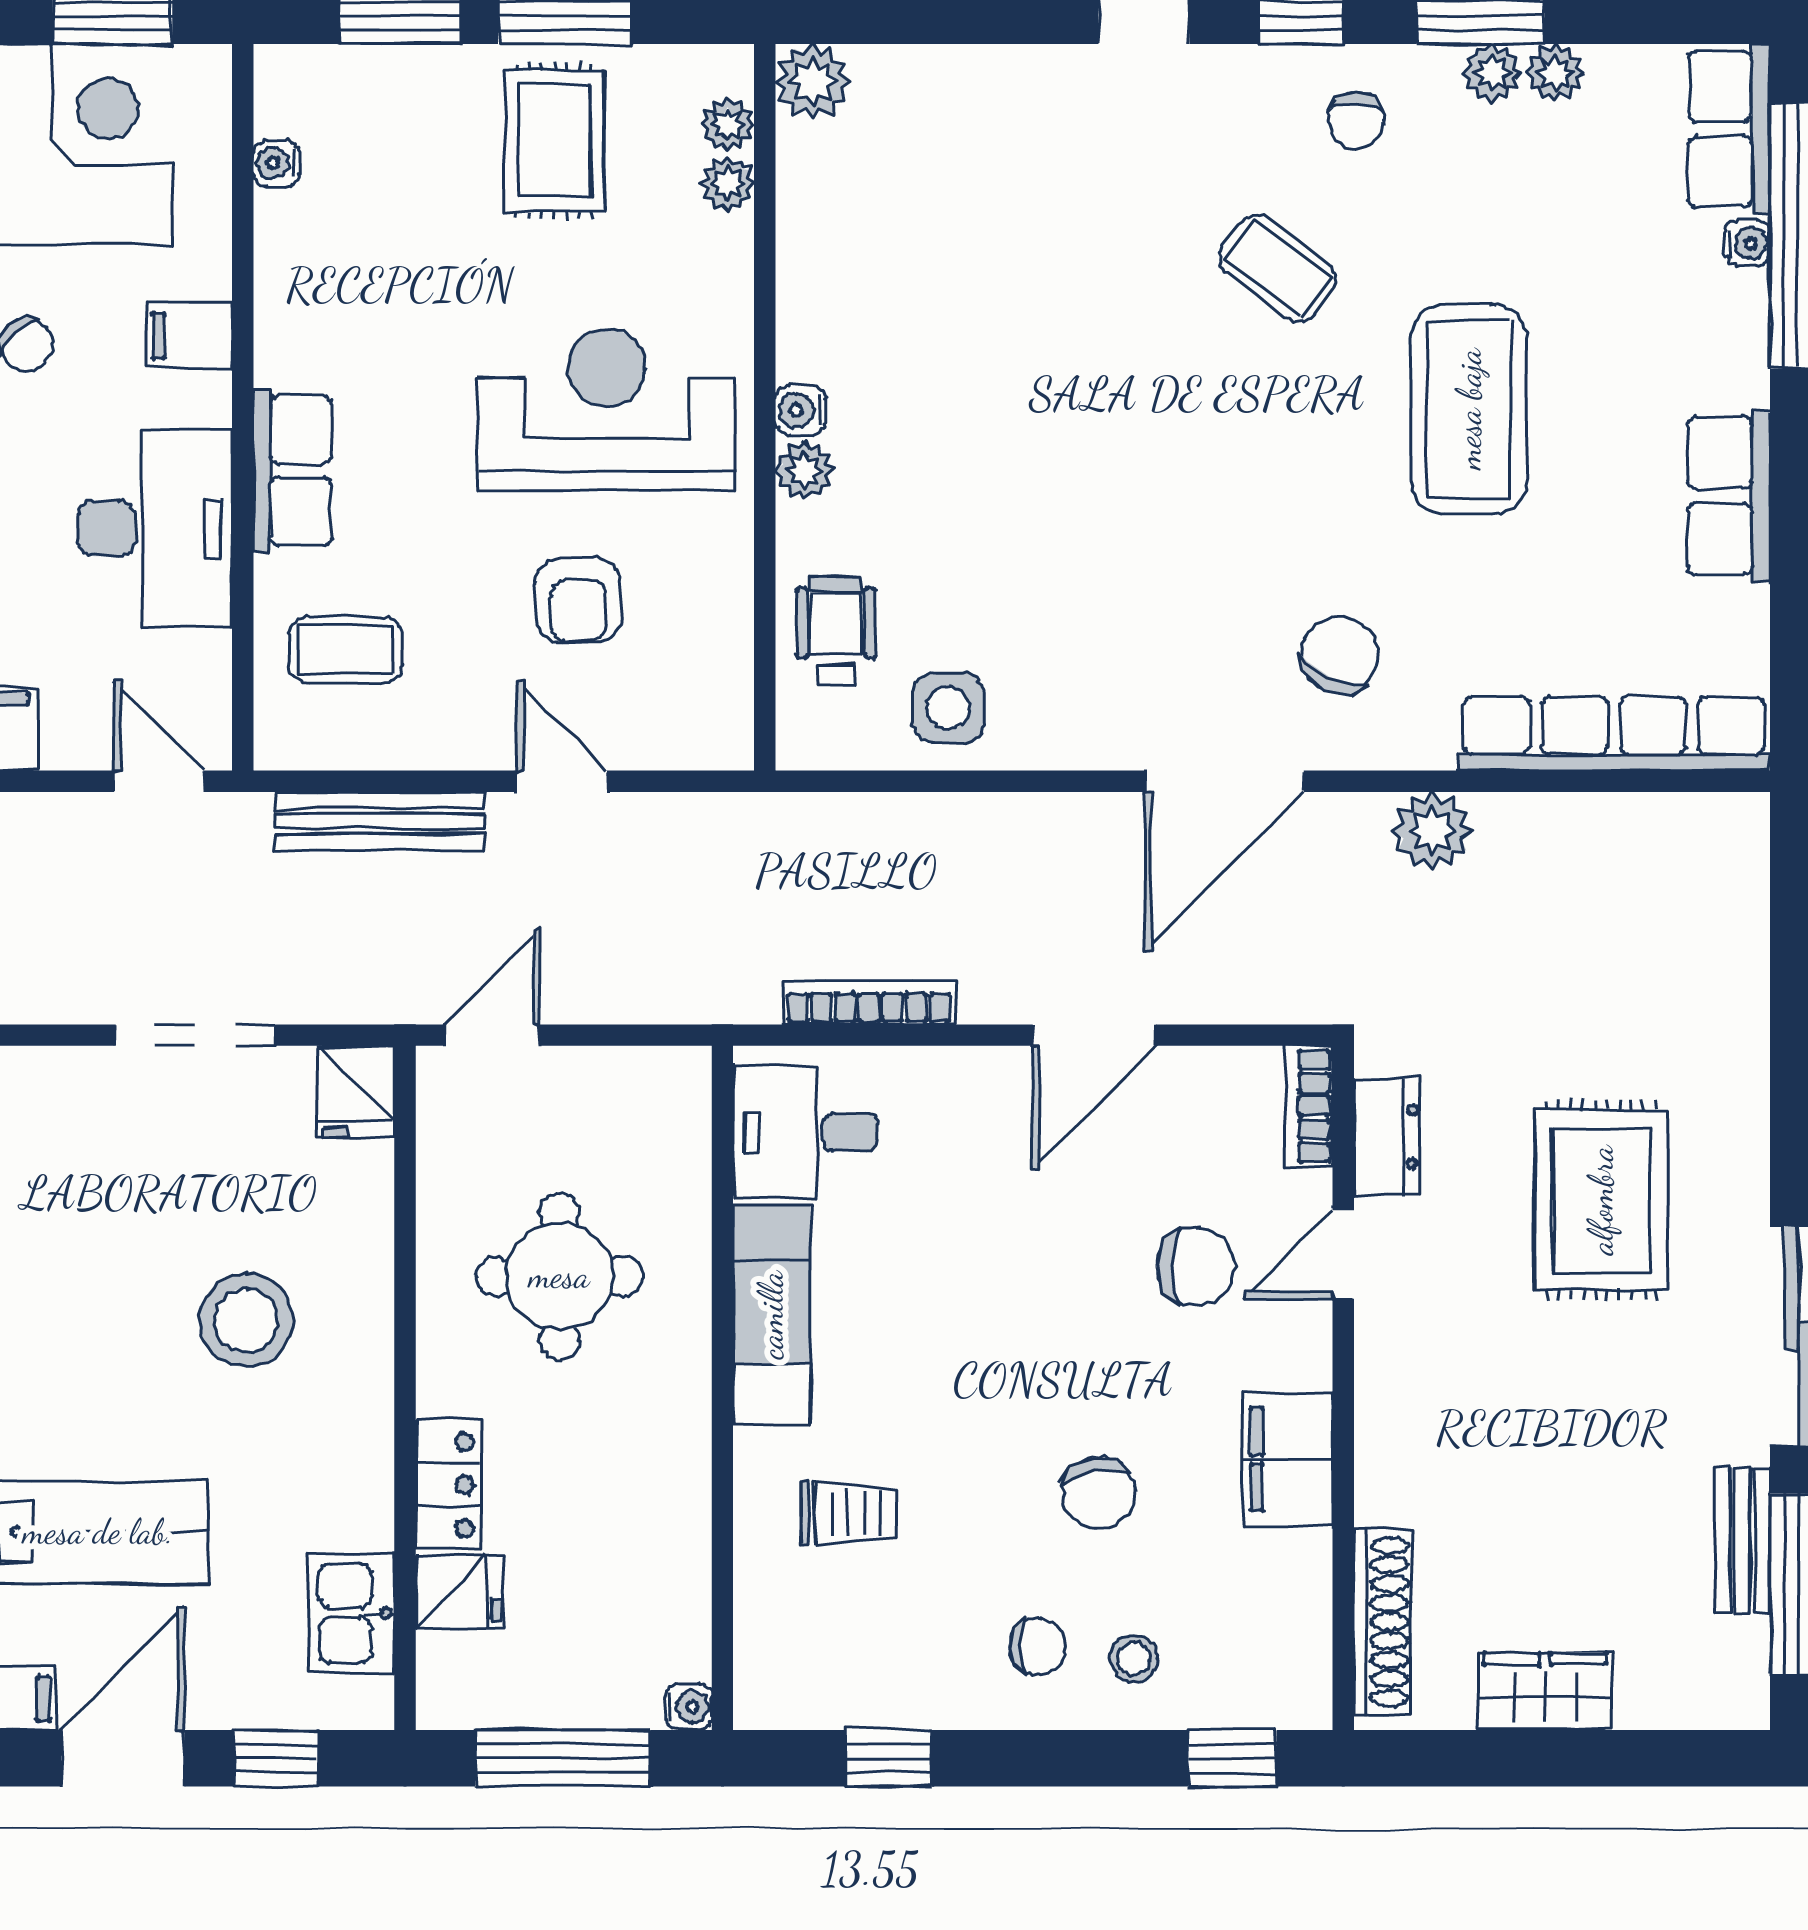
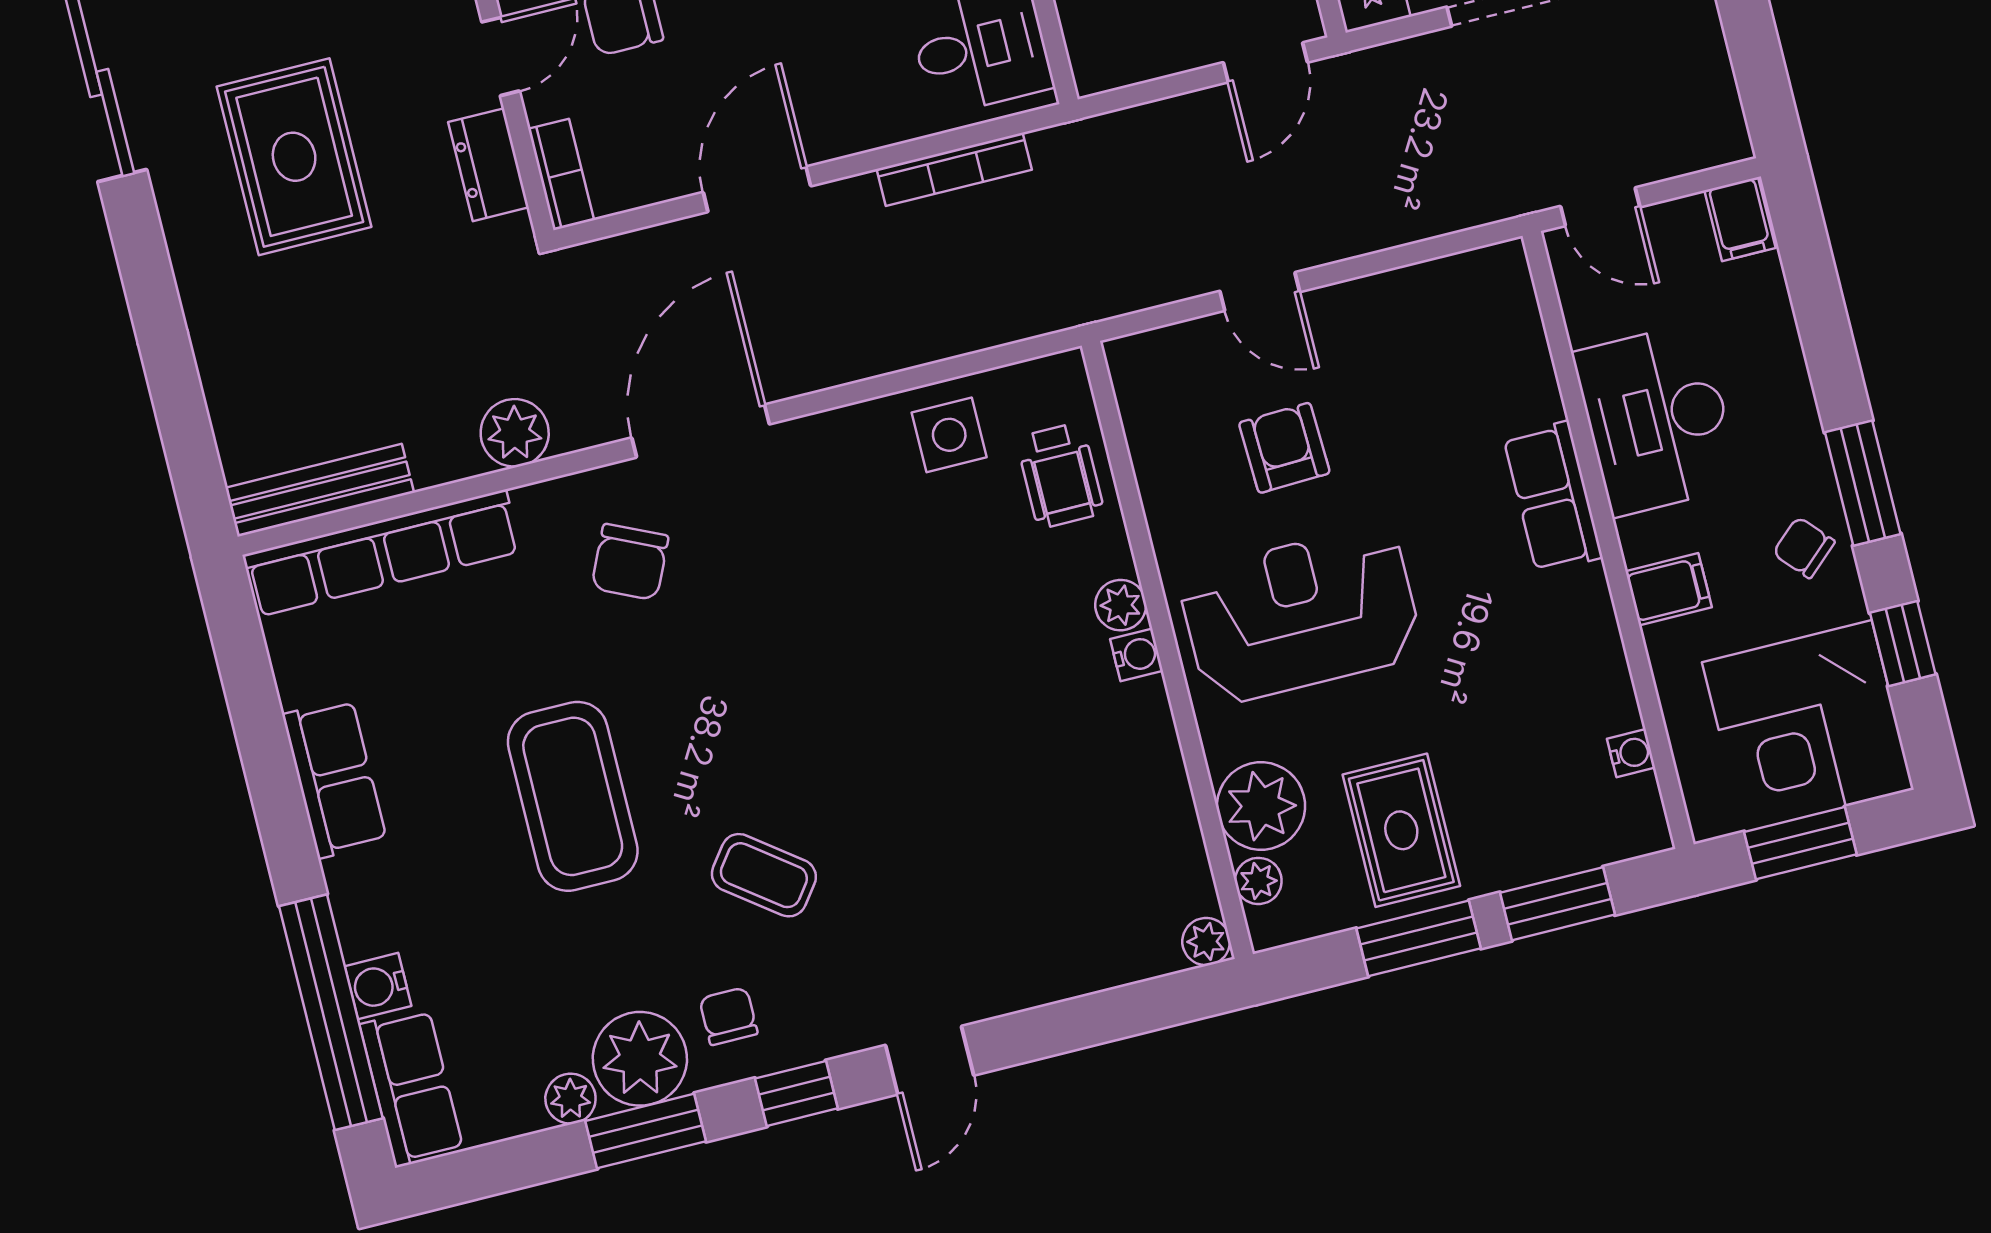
plant: (1492, 73) -> (640, 1059), width x1.88, depth x1.88
plant: (813, 81) -> (1206, 942), width x0.73, depth x0.73
plant: (727, 184) -> (1261, 806), width x1.88, depth x1.88
water cooler: (1747, 243) -> (378, 986), width x1.38, depth x1.38
reception desk: (606, 410) -> (1300, 615), turned 180
coffee table: (345, 650) -> (1470, 357), removed
bench: (380, 821) -> (320, 490), moved

